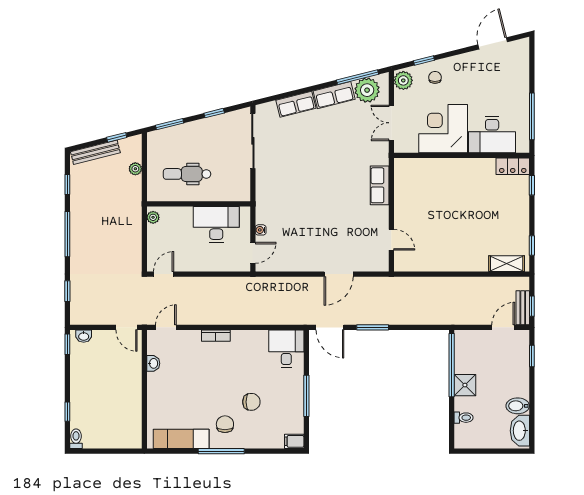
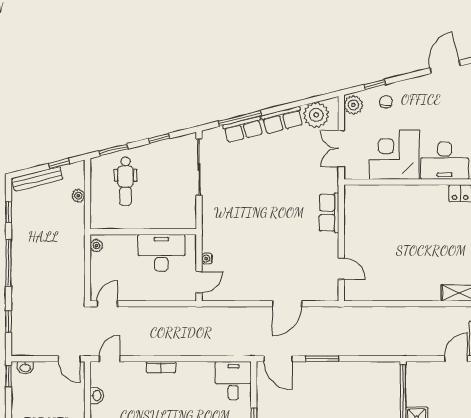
window: (358, 77) -> (240, 118), moved
dental chair: (187, 174) -> (126, 181), moved, turned -90

